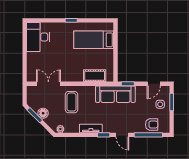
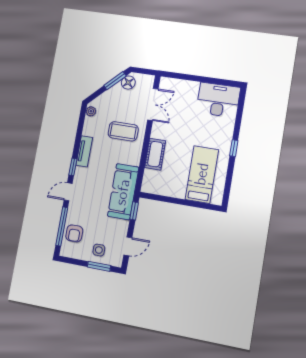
cot: (95, 76) -> (155, 154), moved
door: (154, 84) -> (128, 246), swing flipped
floor lamp: (43, 113) -> (128, 83), moved

